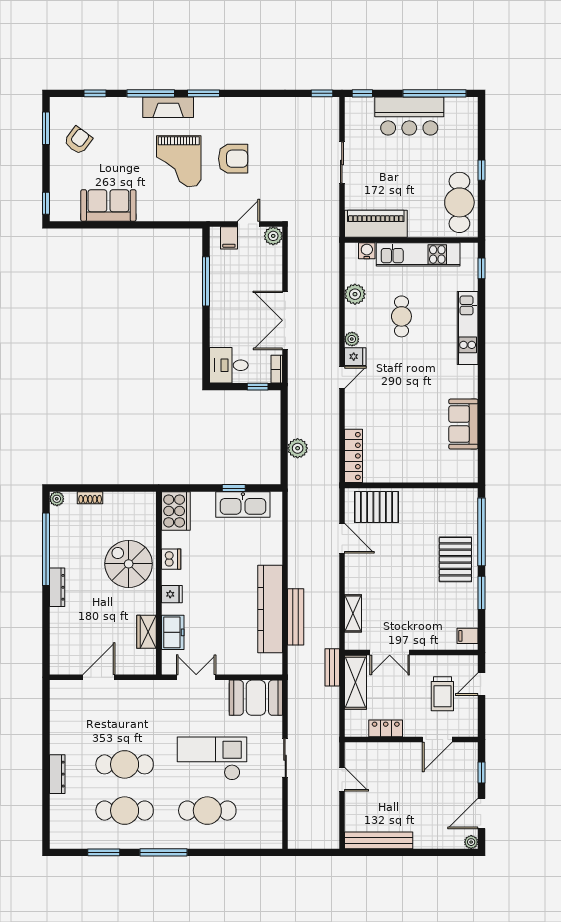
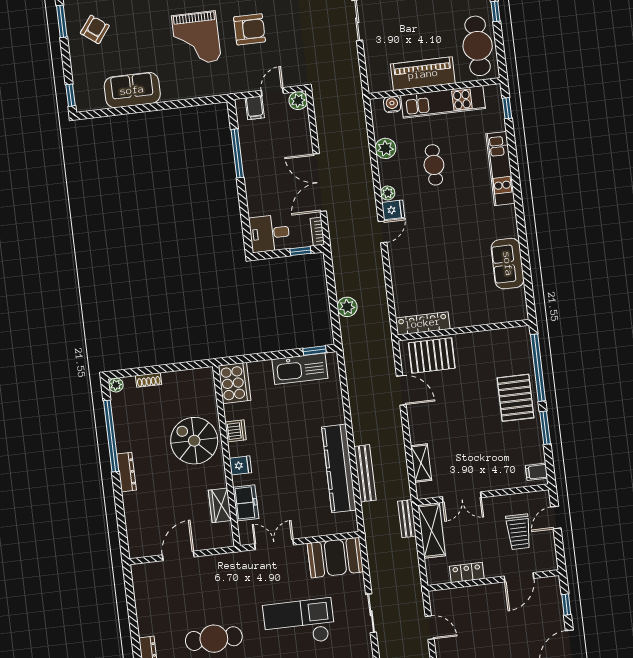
piano: (376, 224) -> (423, 74), moved
locker: (353, 456) -> (423, 323), moved, turned -90
window: (234, 488) -> (315, 350), moved

